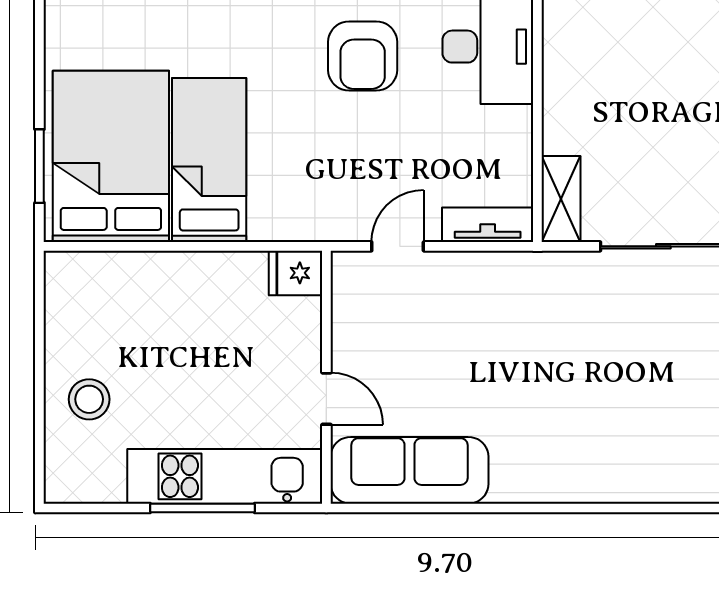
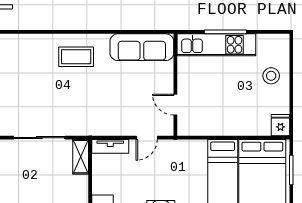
fridge: (296, 273) -> (280, 125), moved, turned -90
door: (326, 399) -> (175, 105), moved
coffee table: (572, 447) -> (76, 57), added

